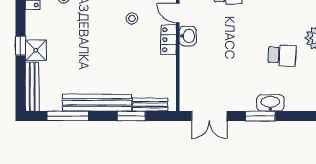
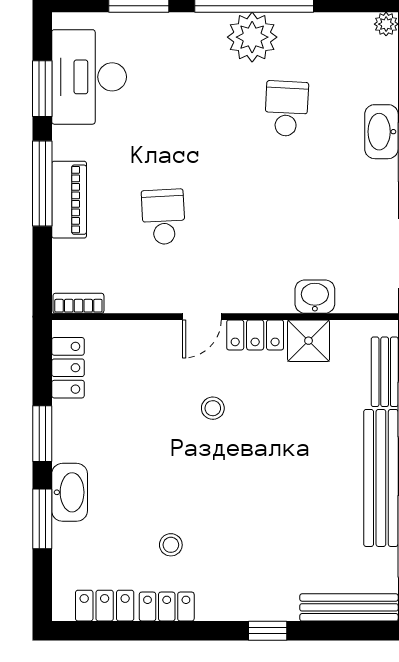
washbasin: (188, 36) -> (315, 297), moved
shower: (36, 50) -> (309, 341), moved

